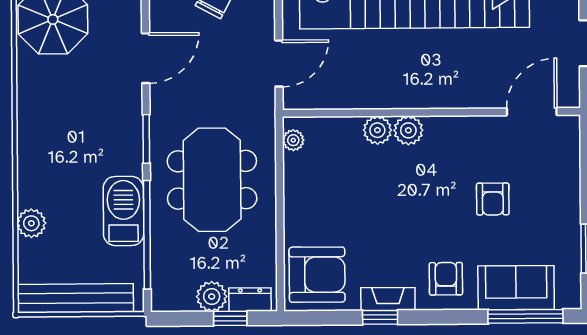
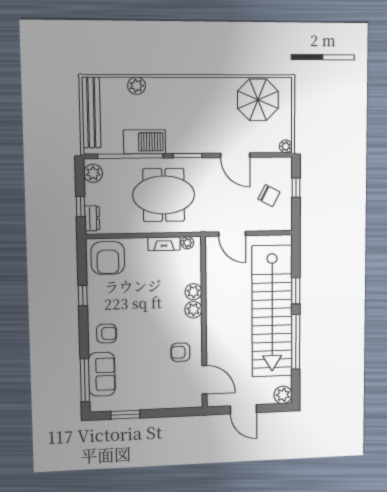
armchair: (493, 199) -> (180, 352), moved
plant: (212, 297) -> (93, 173), moved
fireplace: (388, 299) -> (164, 244), moved, turned 90

